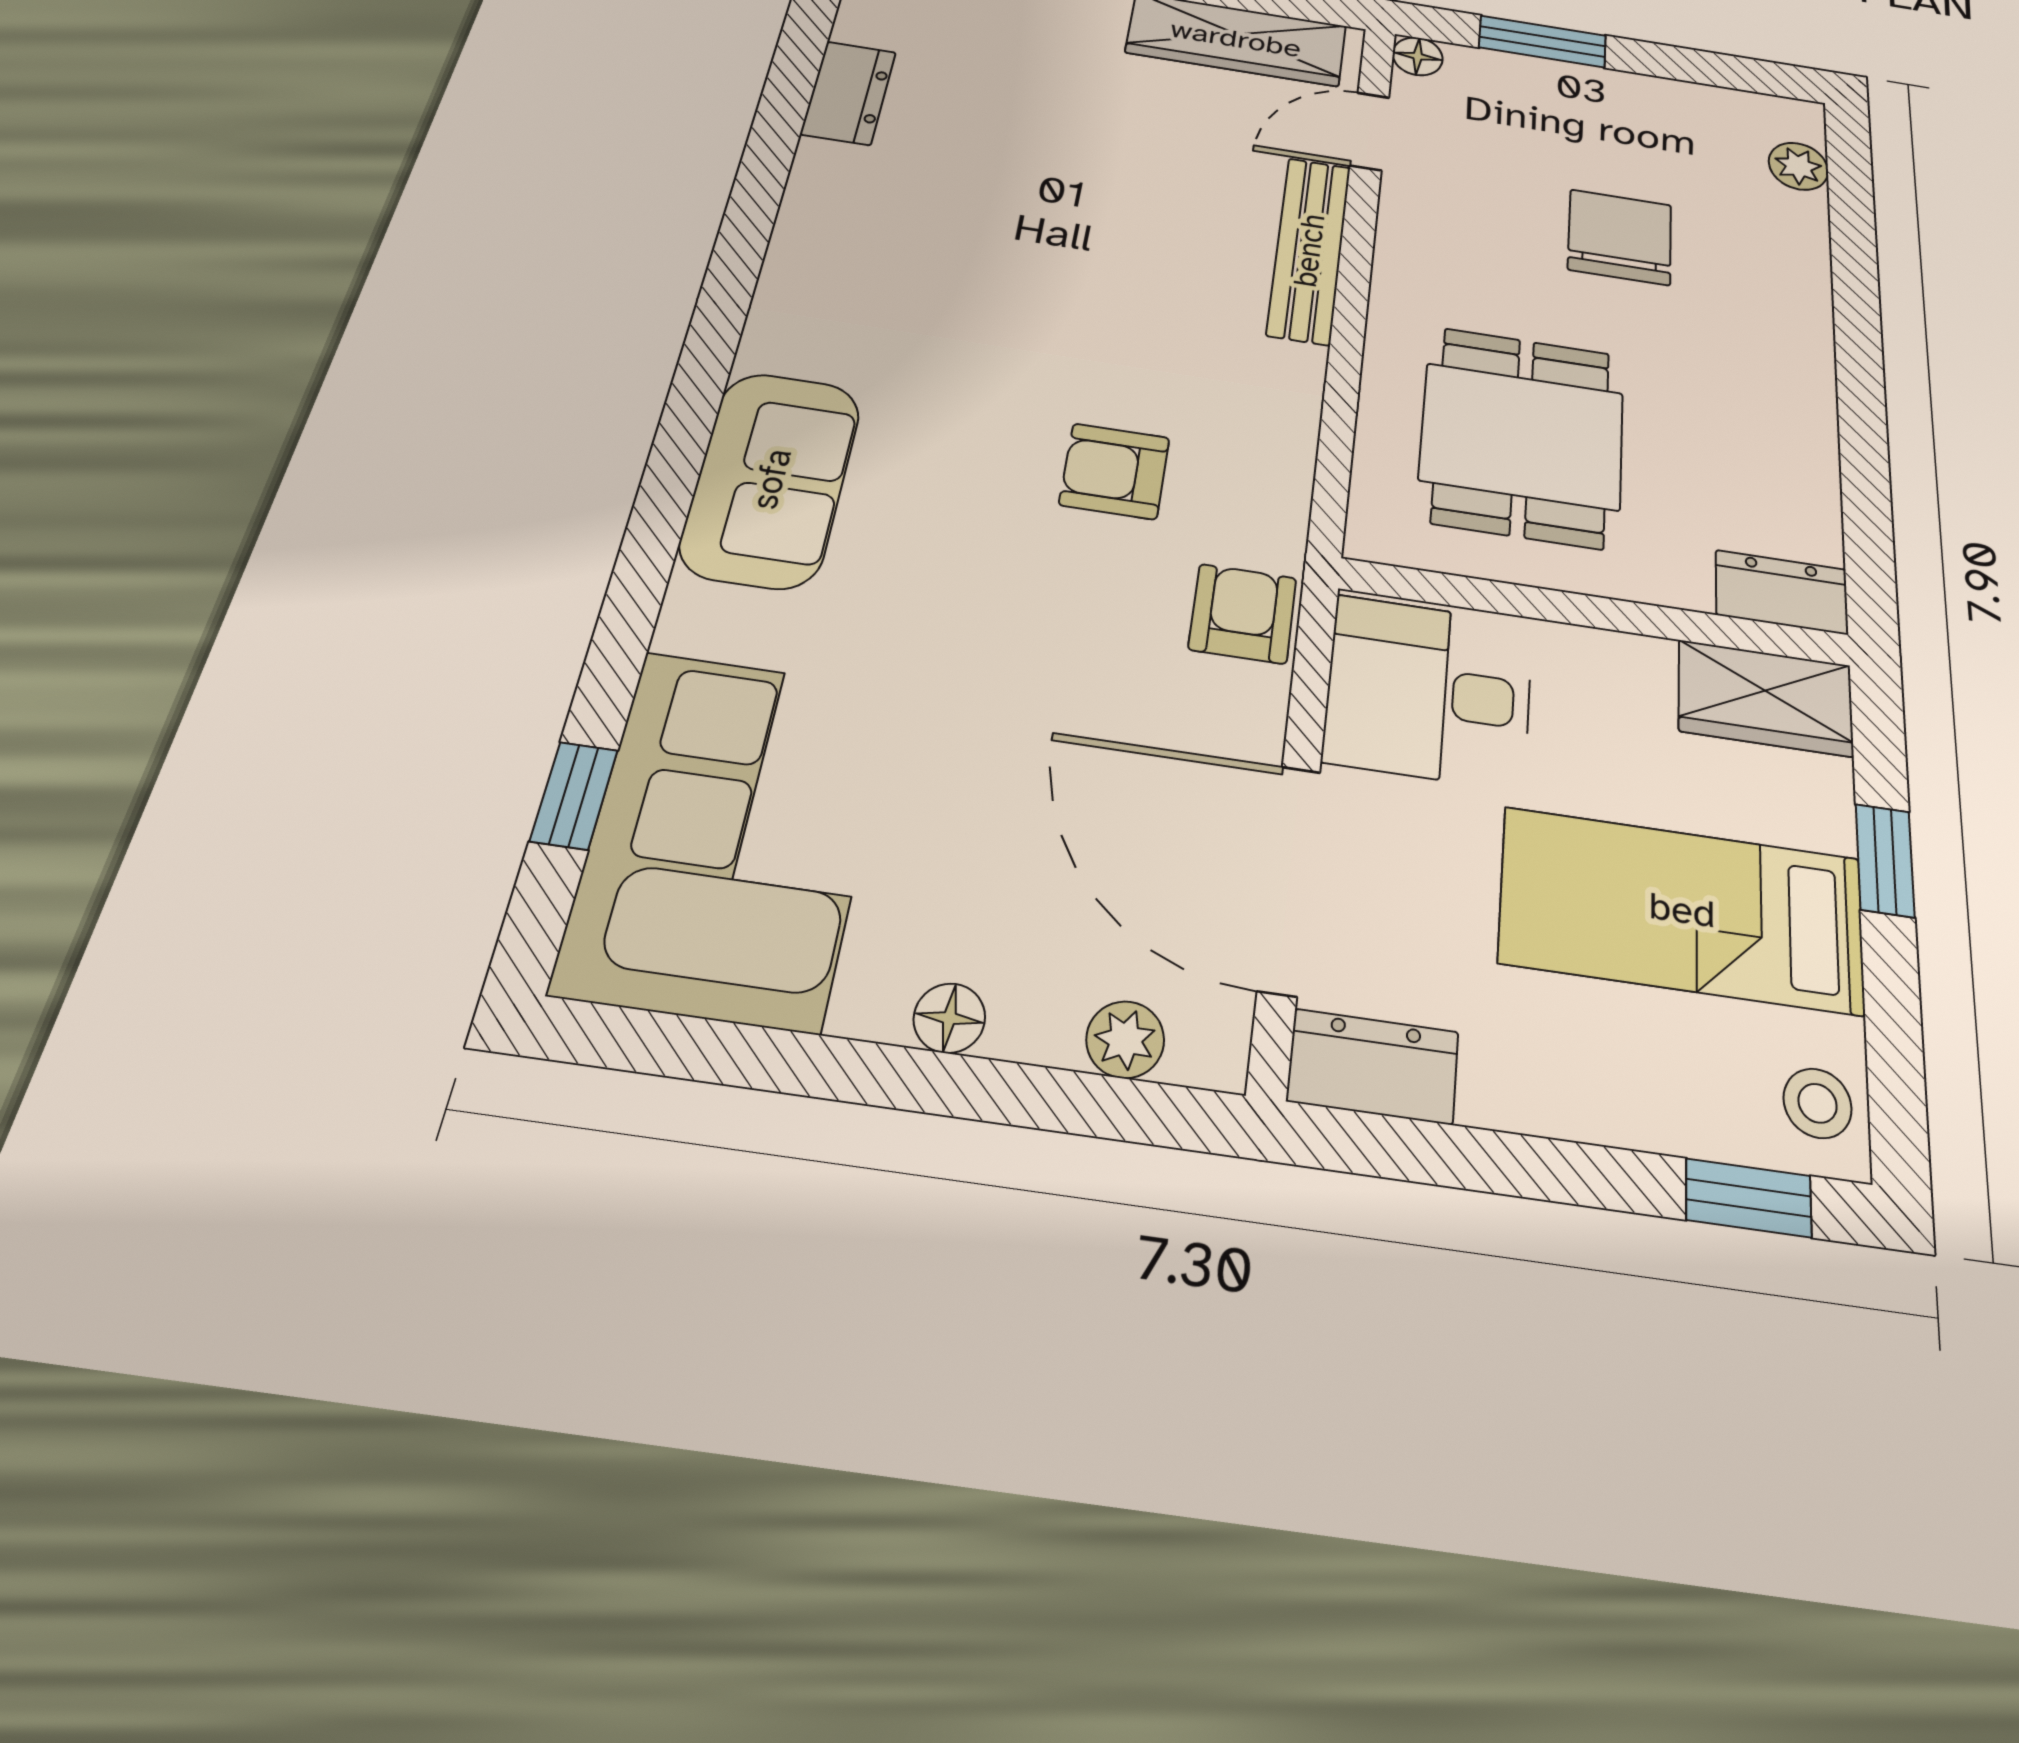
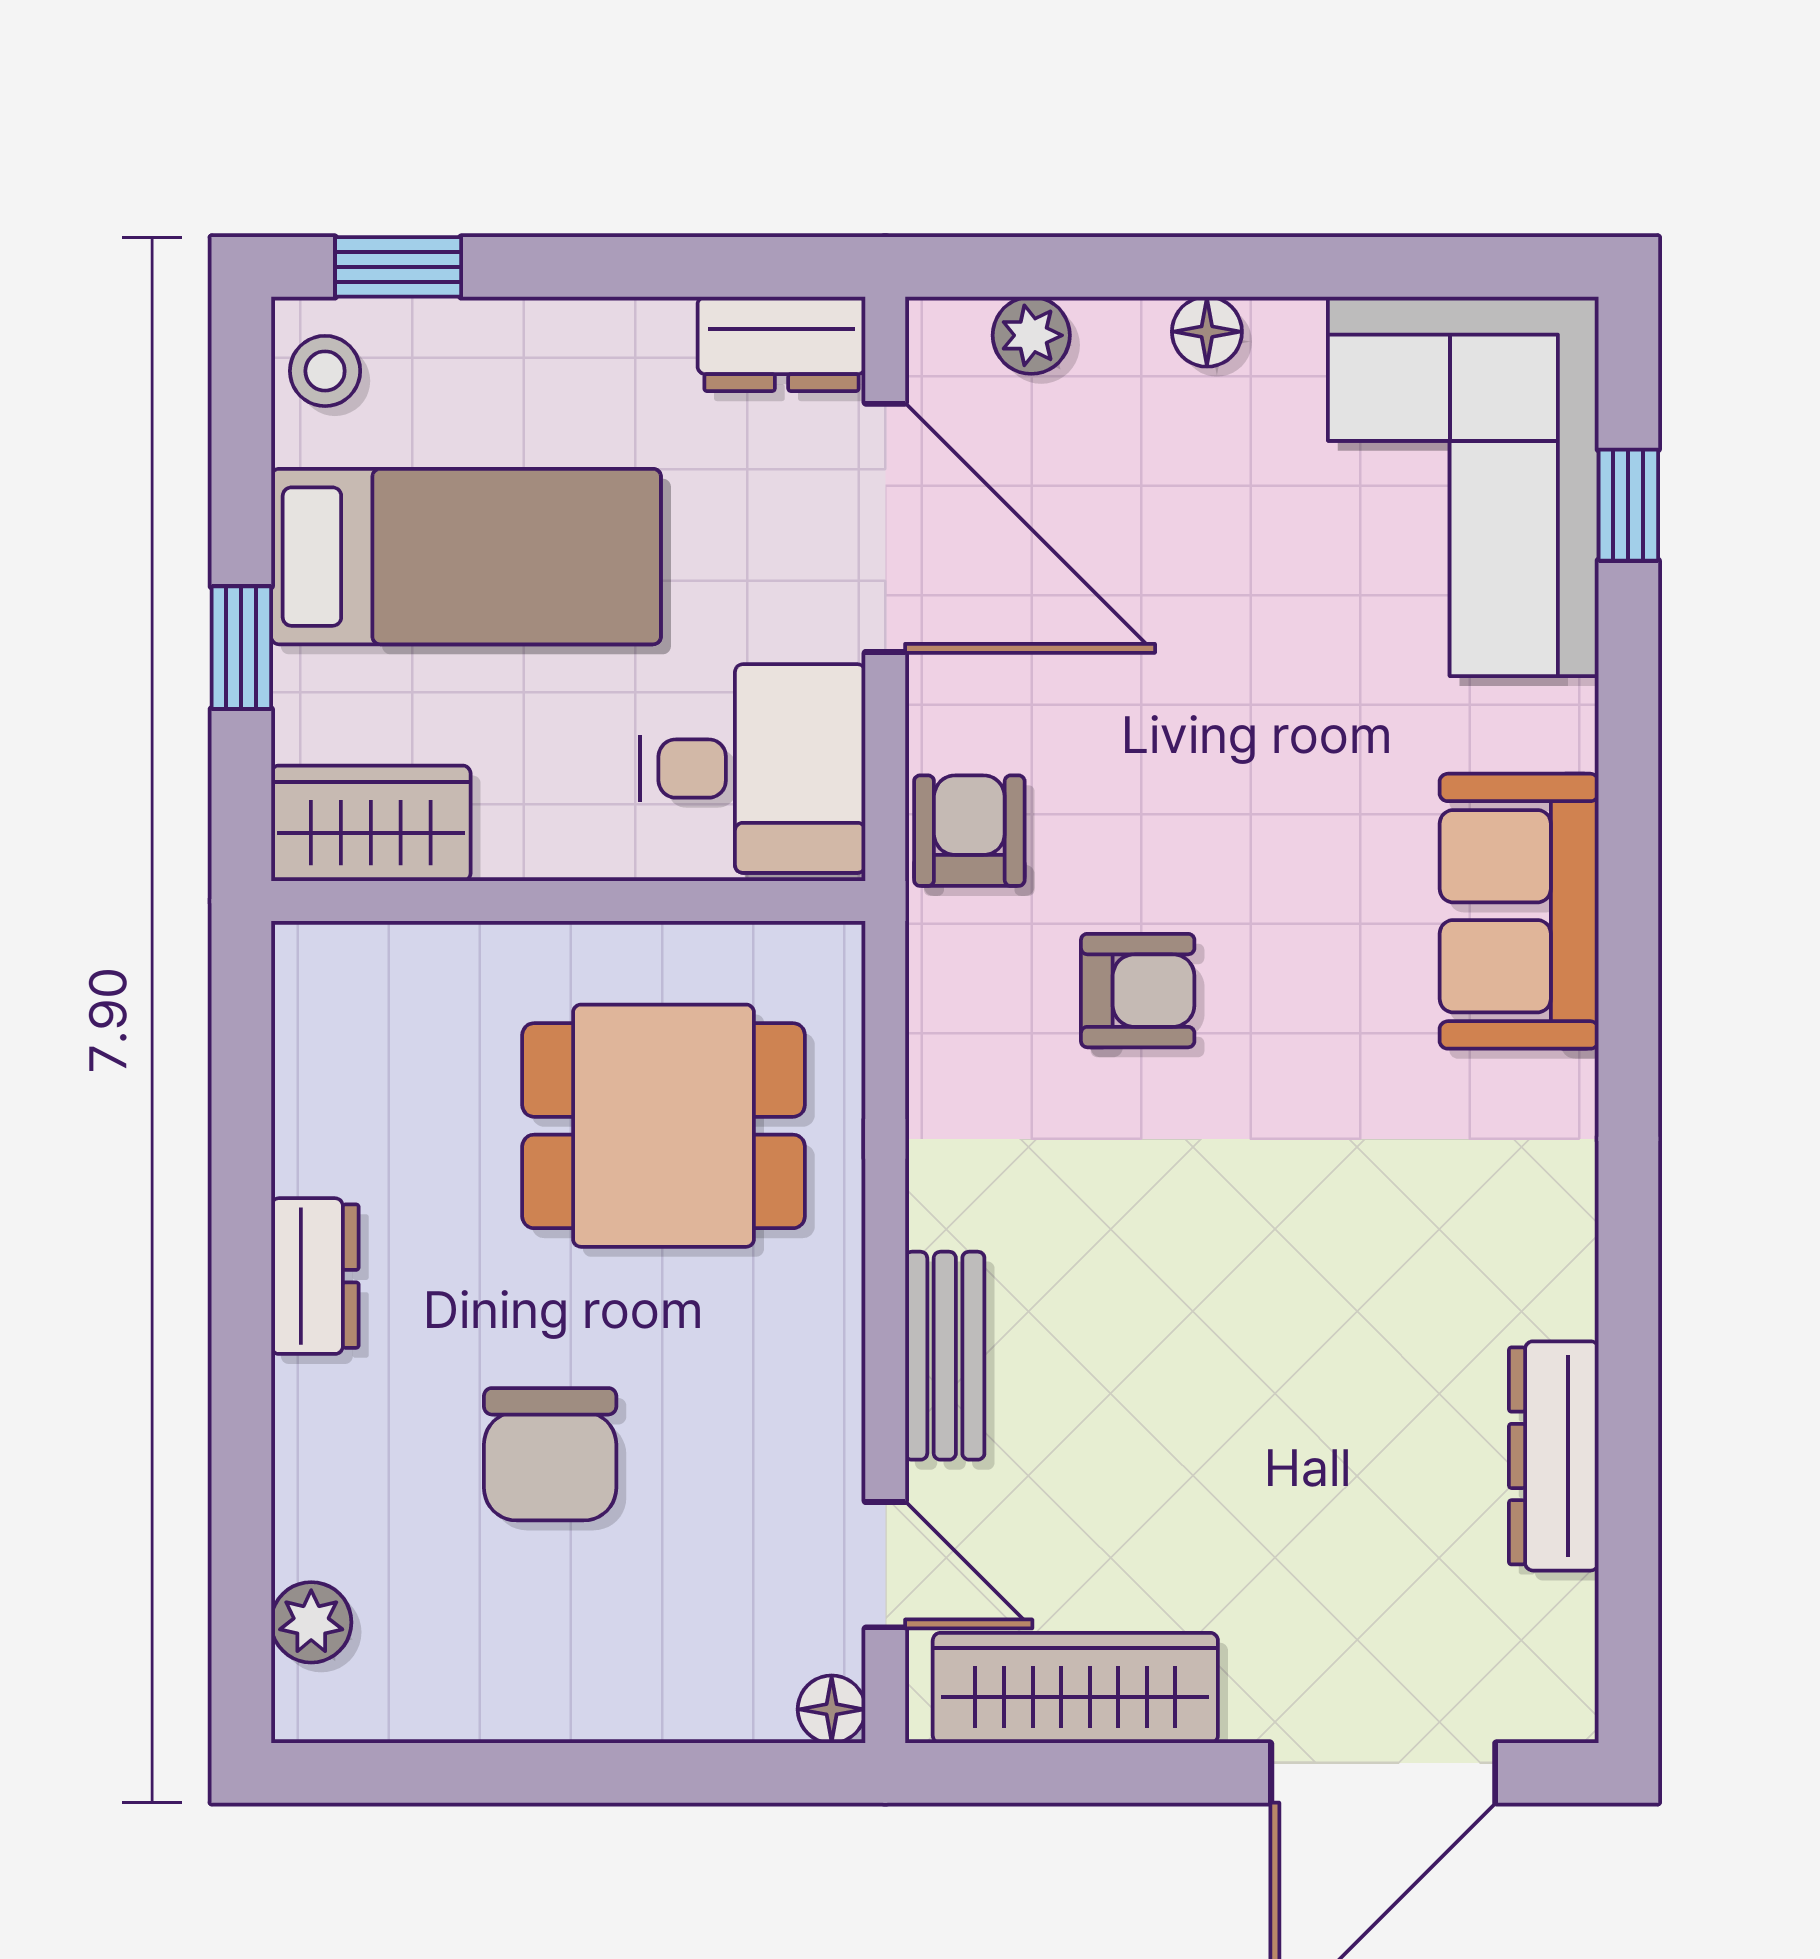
window: (1543, 41) -> (663, 1773), removed
dresser: (848, 93) -> (1554, 1456), width x1.44
door: (1369, 131) -> (885, 1565), hinge flipped
bench: (1309, 250) -> (945, 1356), width x0.73
dining table: (1522, 436) -> (664, 1126), turned 90
dresser: (1782, 592) -> (315, 1276), moved, turned -90
armchair: (1243, 614) -> (969, 831), turned 180

